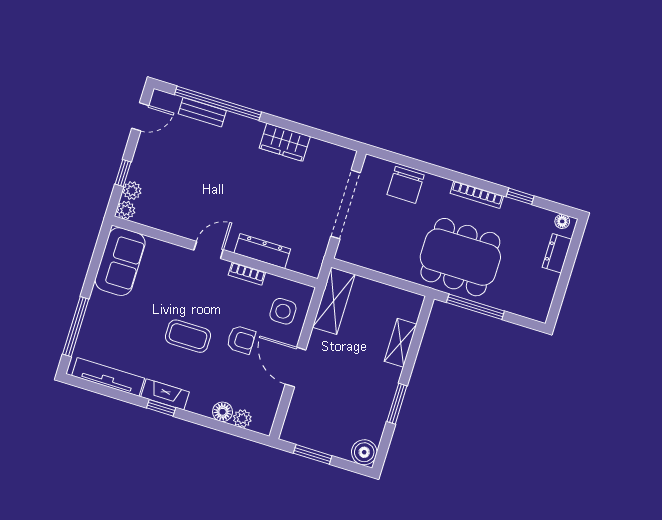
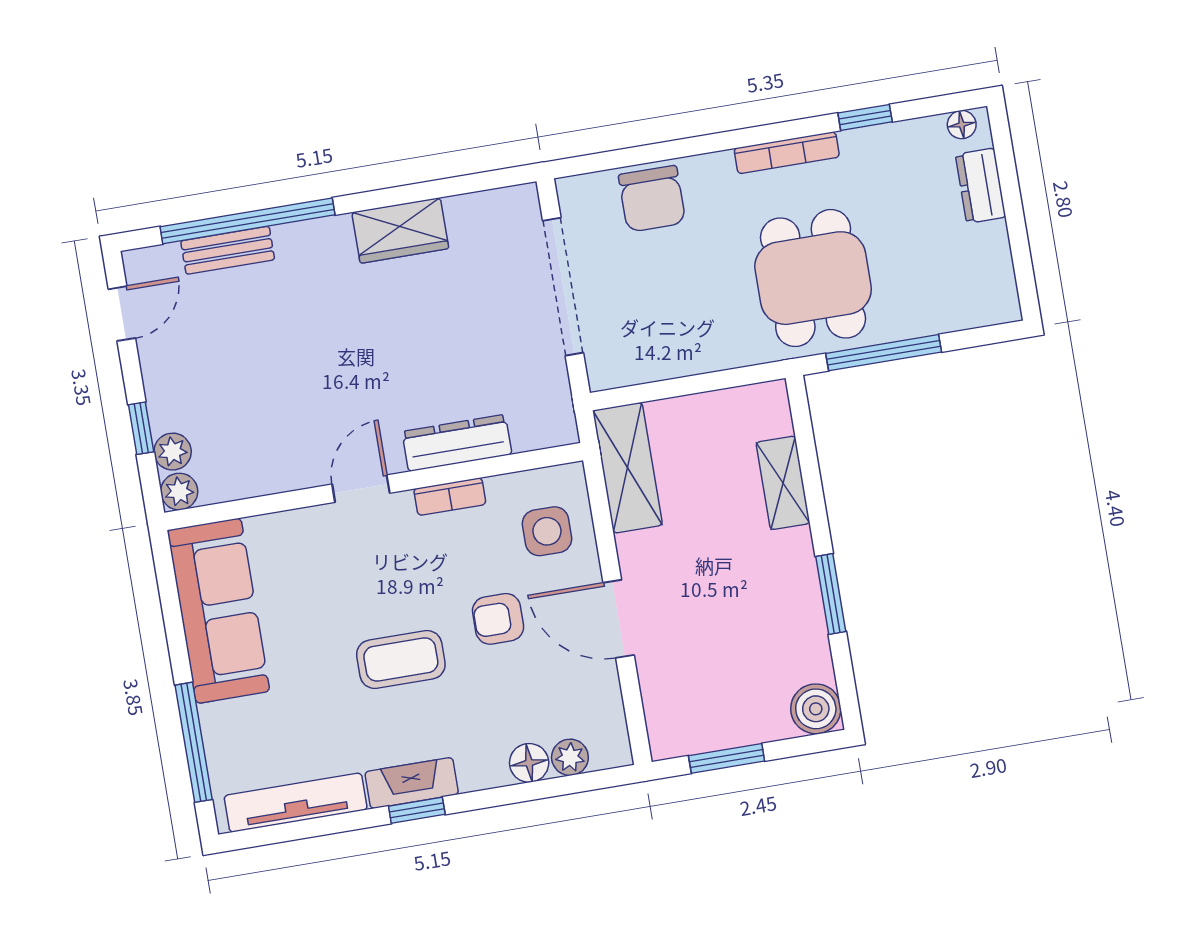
dining table: (460, 257) -> (813, 278), width x0.73
sofa: (120, 262) -> (218, 611), width x1.36
armchair: (241, 340) -> (498, 619), turned 180

